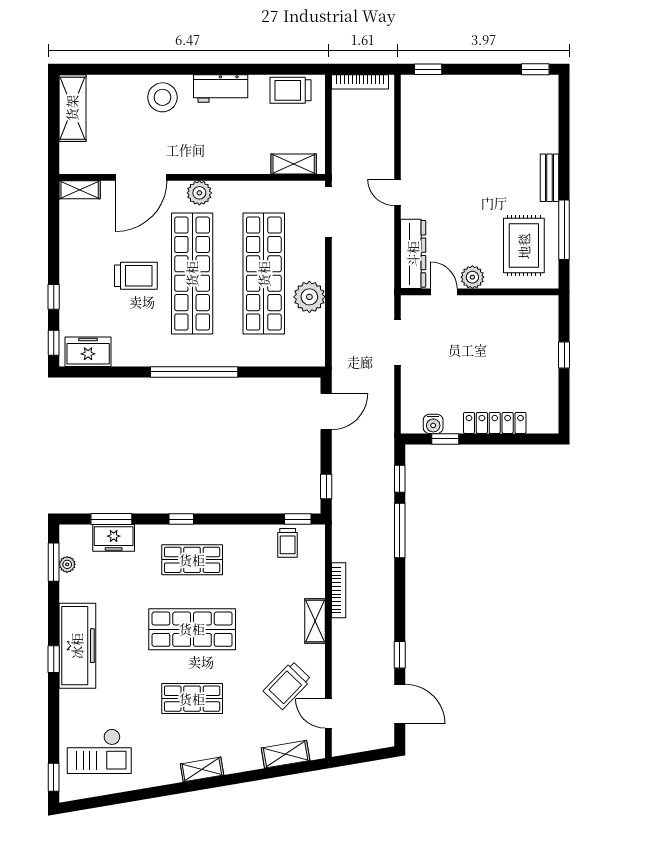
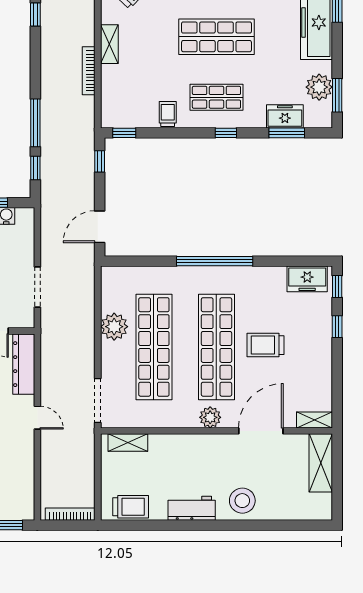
shelving: (72, 108) -> (321, 463), moved
trolley: (288, 543) -> (168, 114), moved
plant: (67, 564) -> (319, 87), width x1.88, depth x1.88

